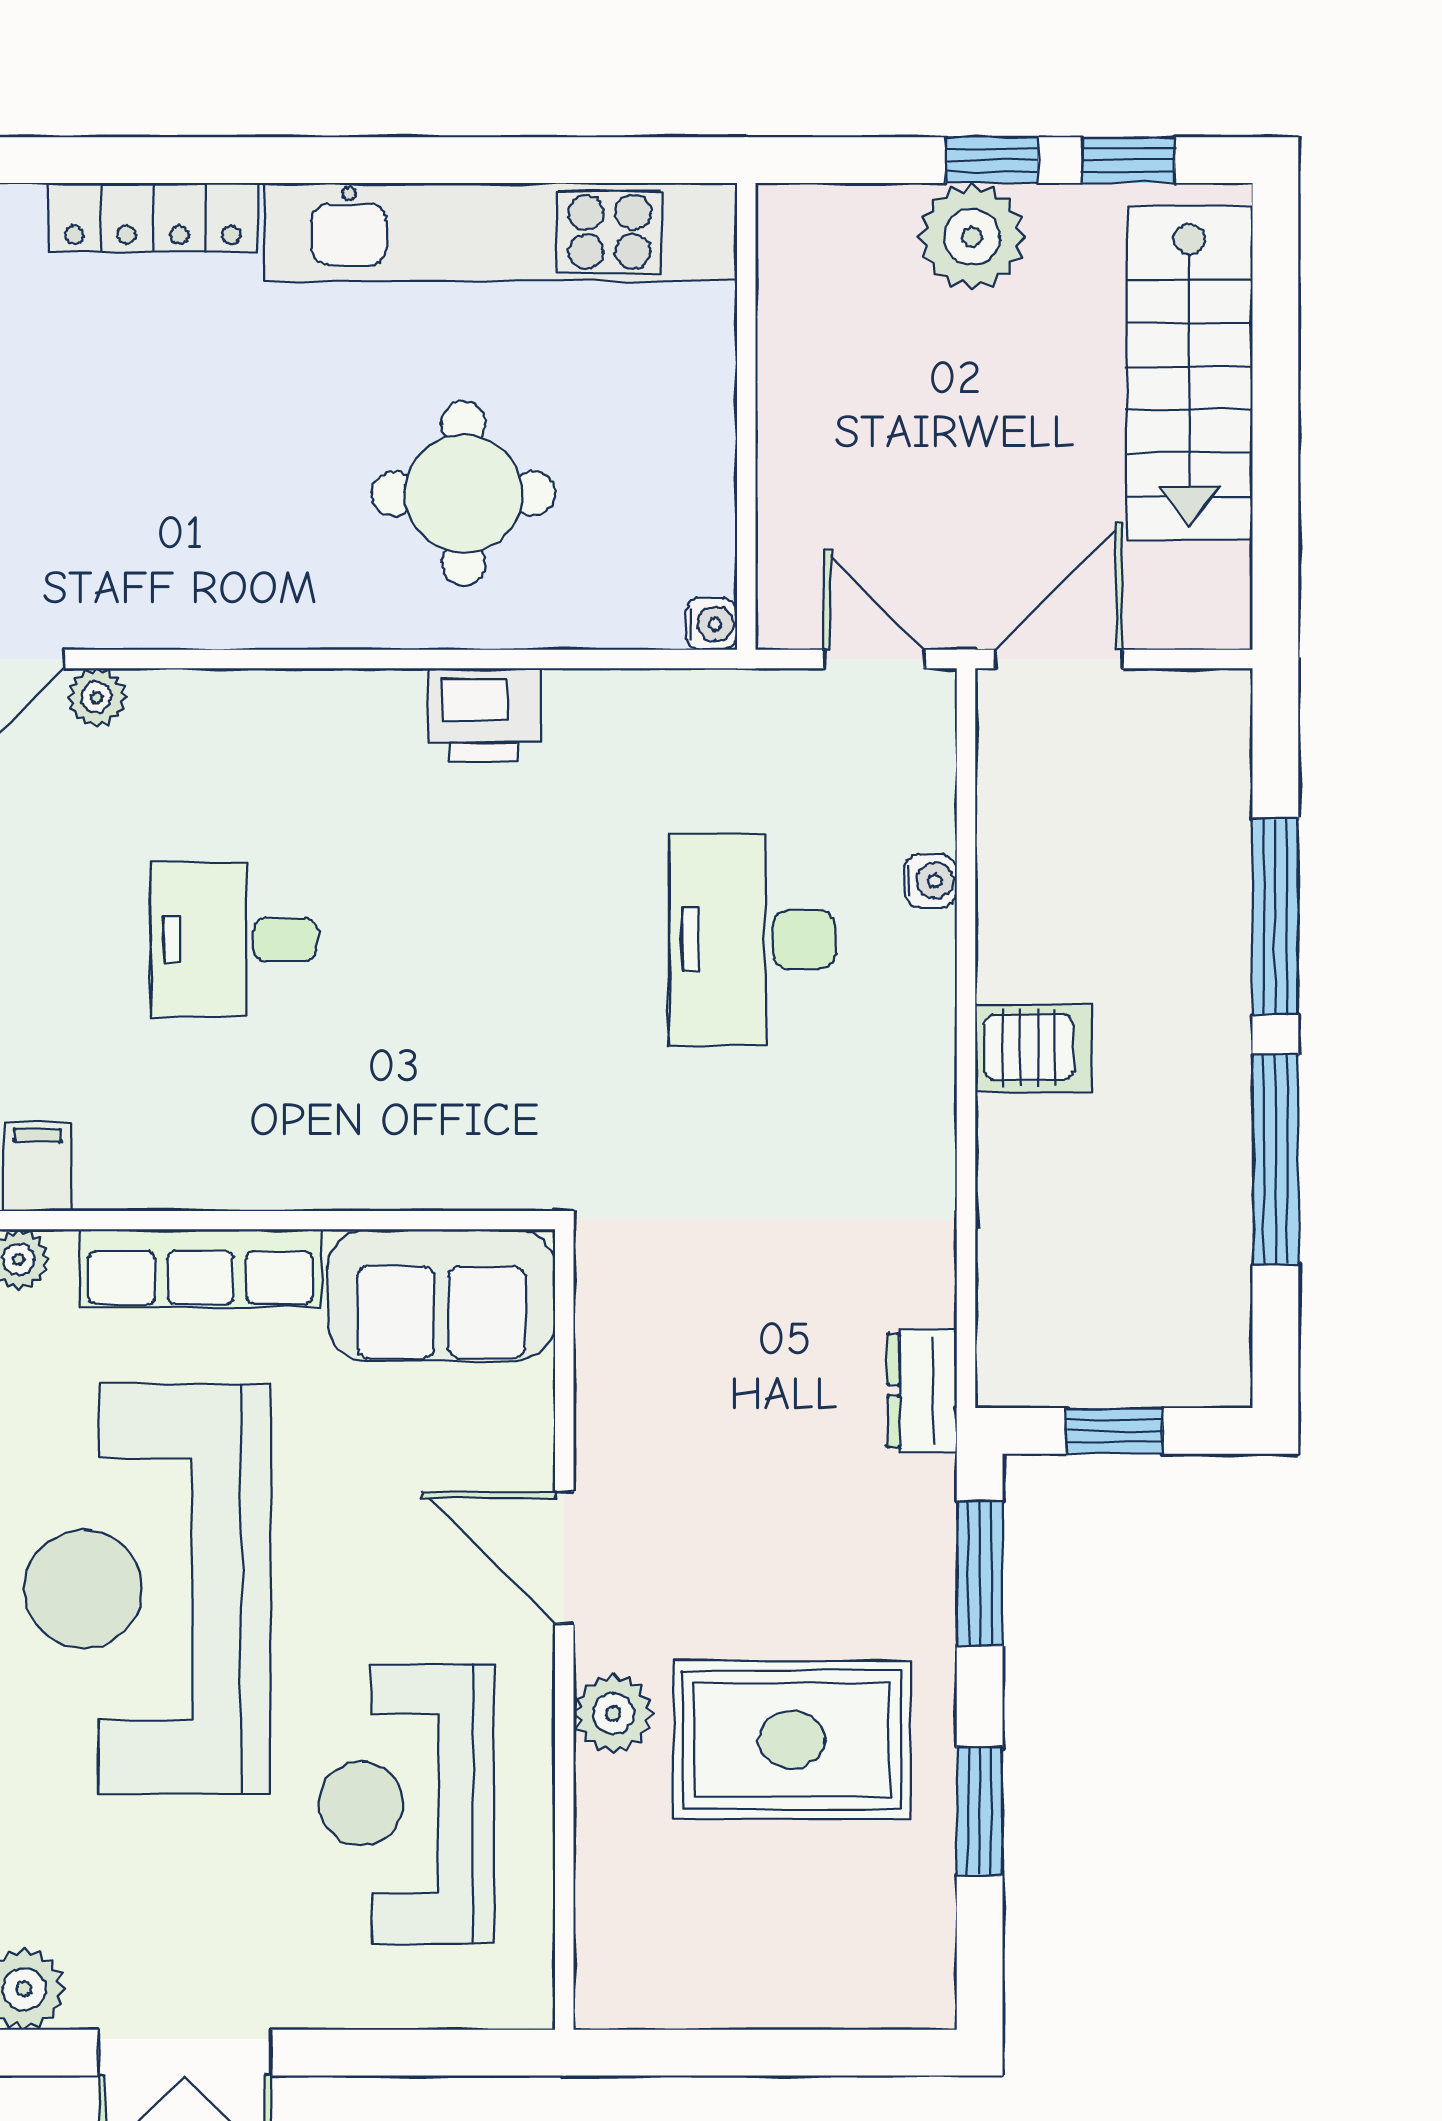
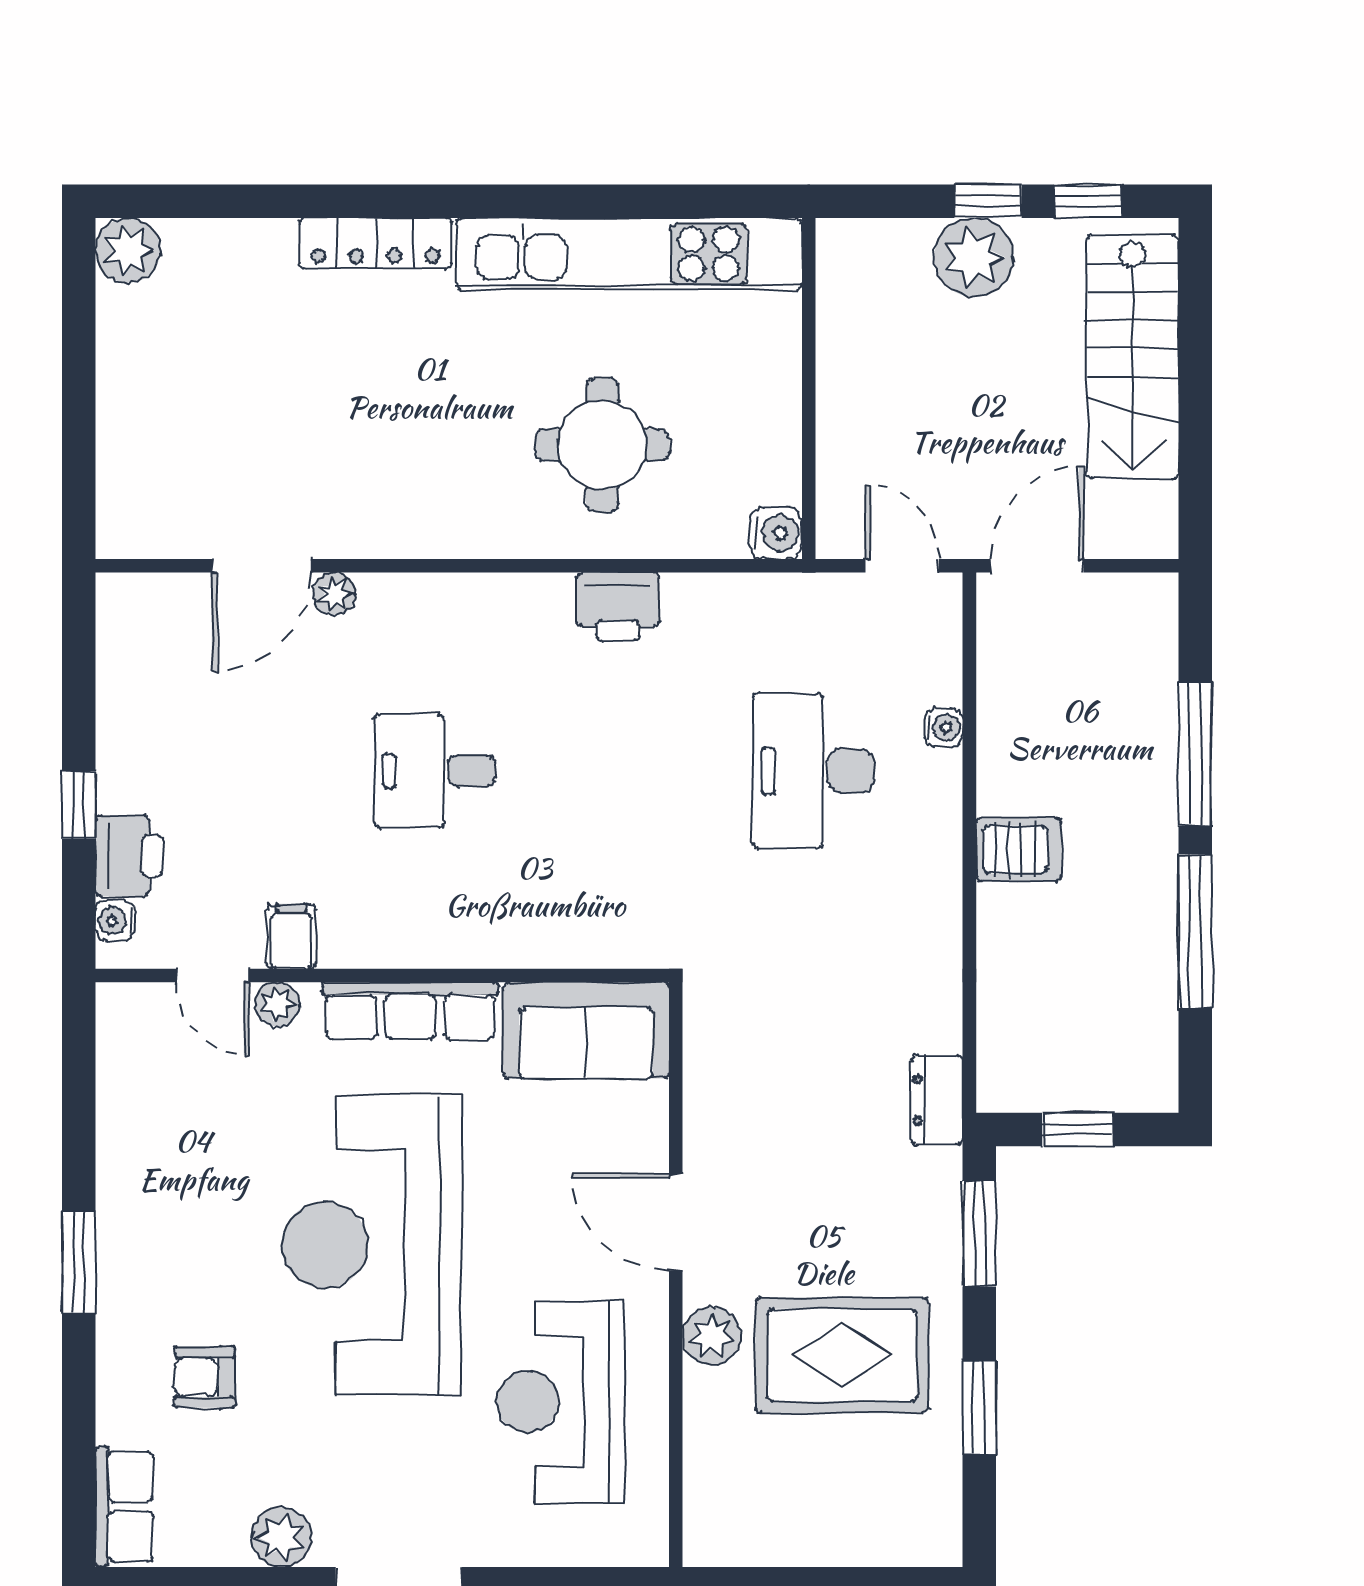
water cooler: (711, 624) -> (776, 533), width x1.38, depth x1.38

